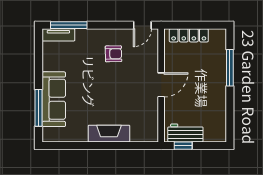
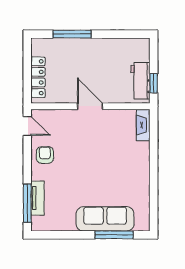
tv unit: (58, 35) -> (37, 198), moved
armchair: (113, 54) -> (45, 155), moved
fireplace: (109, 134) -> (143, 125), moved, width x0.73, depth x0.76

